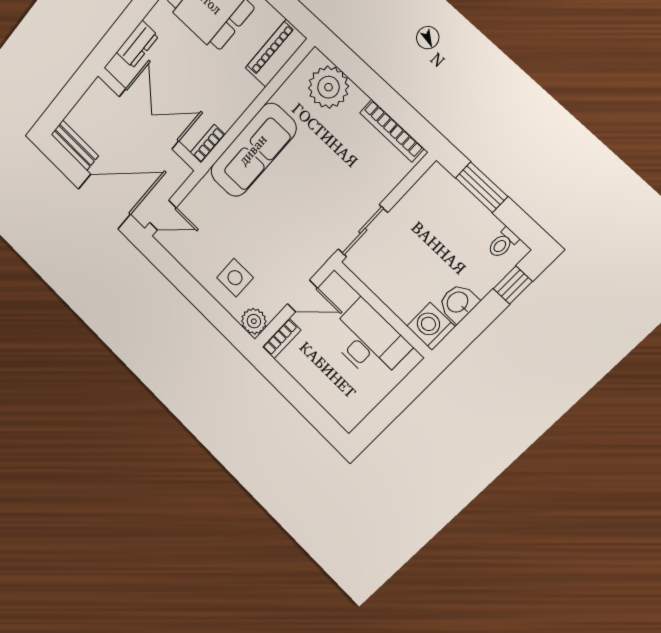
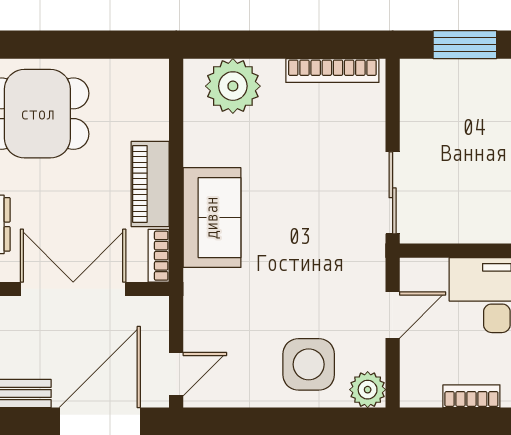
piano: (276, 53) -> (150, 184), moved
sofa: (253, 150) -> (212, 218), width x0.73
side table: (235, 278) -> (309, 364), width x1.37, depth x1.37
bookcase: (281, 339) -> (471, 396), moved, turned -90

